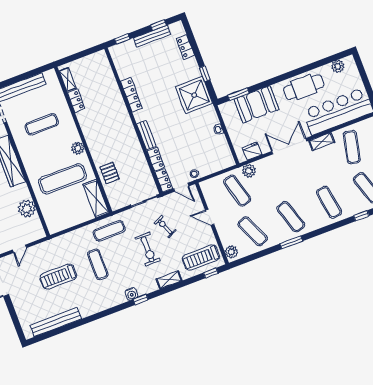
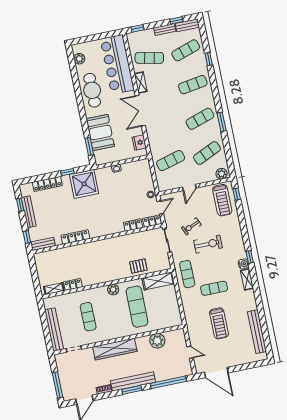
locker: (185, 47) -> (47, 184), width x1.53
bench: (146, 135) -> (43, 244), moved
plant: (249, 171) -> (155, 148), removed
shelving: (169, 280) -> (247, 279), moved

